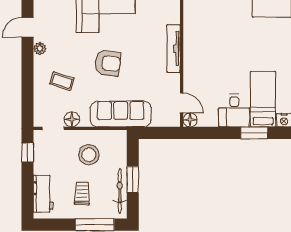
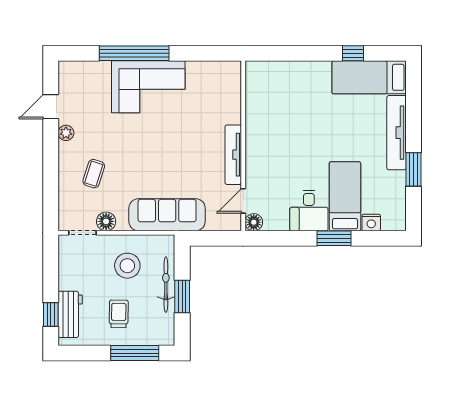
tv unit: (174, 49) -> (233, 155), moved
armchair: (108, 63) -> (151, 151), removed
coffee table: (62, 81) -> (94, 174), turned 90
door: (182, 103) -> (243, 201), swing flipped
window: (28, 152) -> (51, 314), moved
bicycle: (120, 191) -> (166, 285), moved

